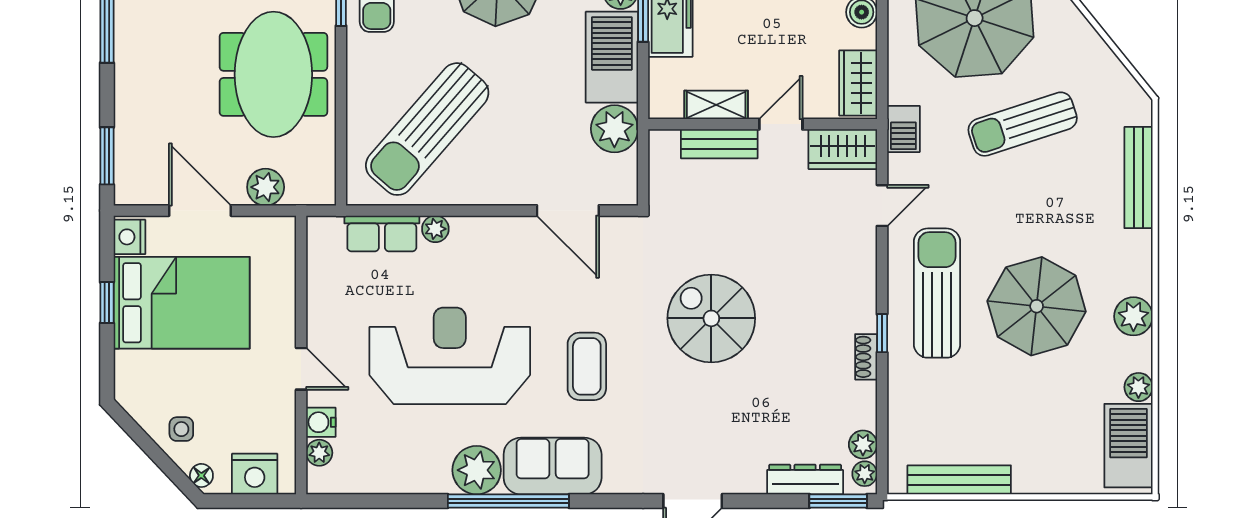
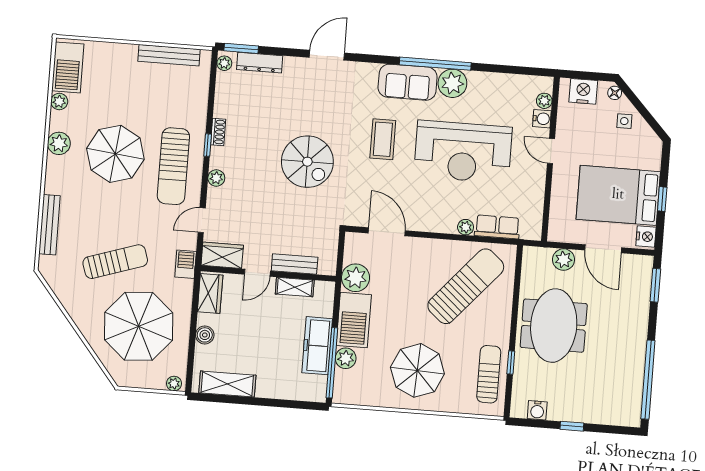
plant: (863, 444) -> (216, 178), moved

